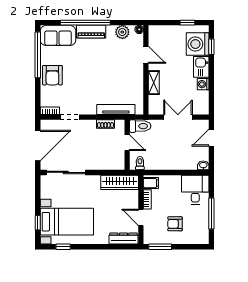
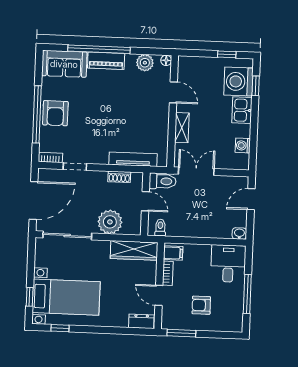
window: (38, 55) -> (37, 114), moved
washing machine: (203, 84) -> (243, 145), moved
double door: (178, 117) -> (196, 171), moved
plant: (99, 160) -> (110, 222), added
dresser: (123, 239) -> (141, 321), width x0.70

